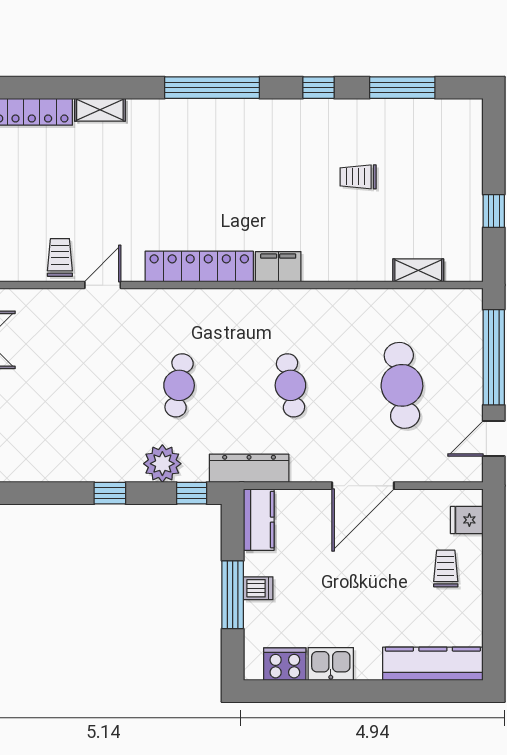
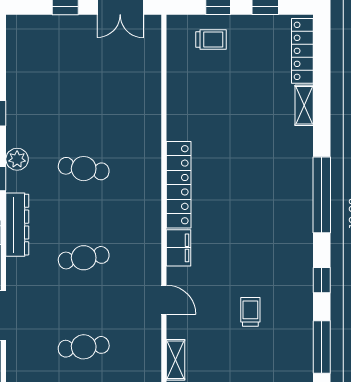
trolley: (60, 257) -> (211, 39), moved
door: (103, 285) -> (164, 300), moved
cafe table: (402, 385) -> (84, 347), width x0.73, depth x0.74
plant: (162, 464) -> (17, 159), width x0.73, depth x0.73

